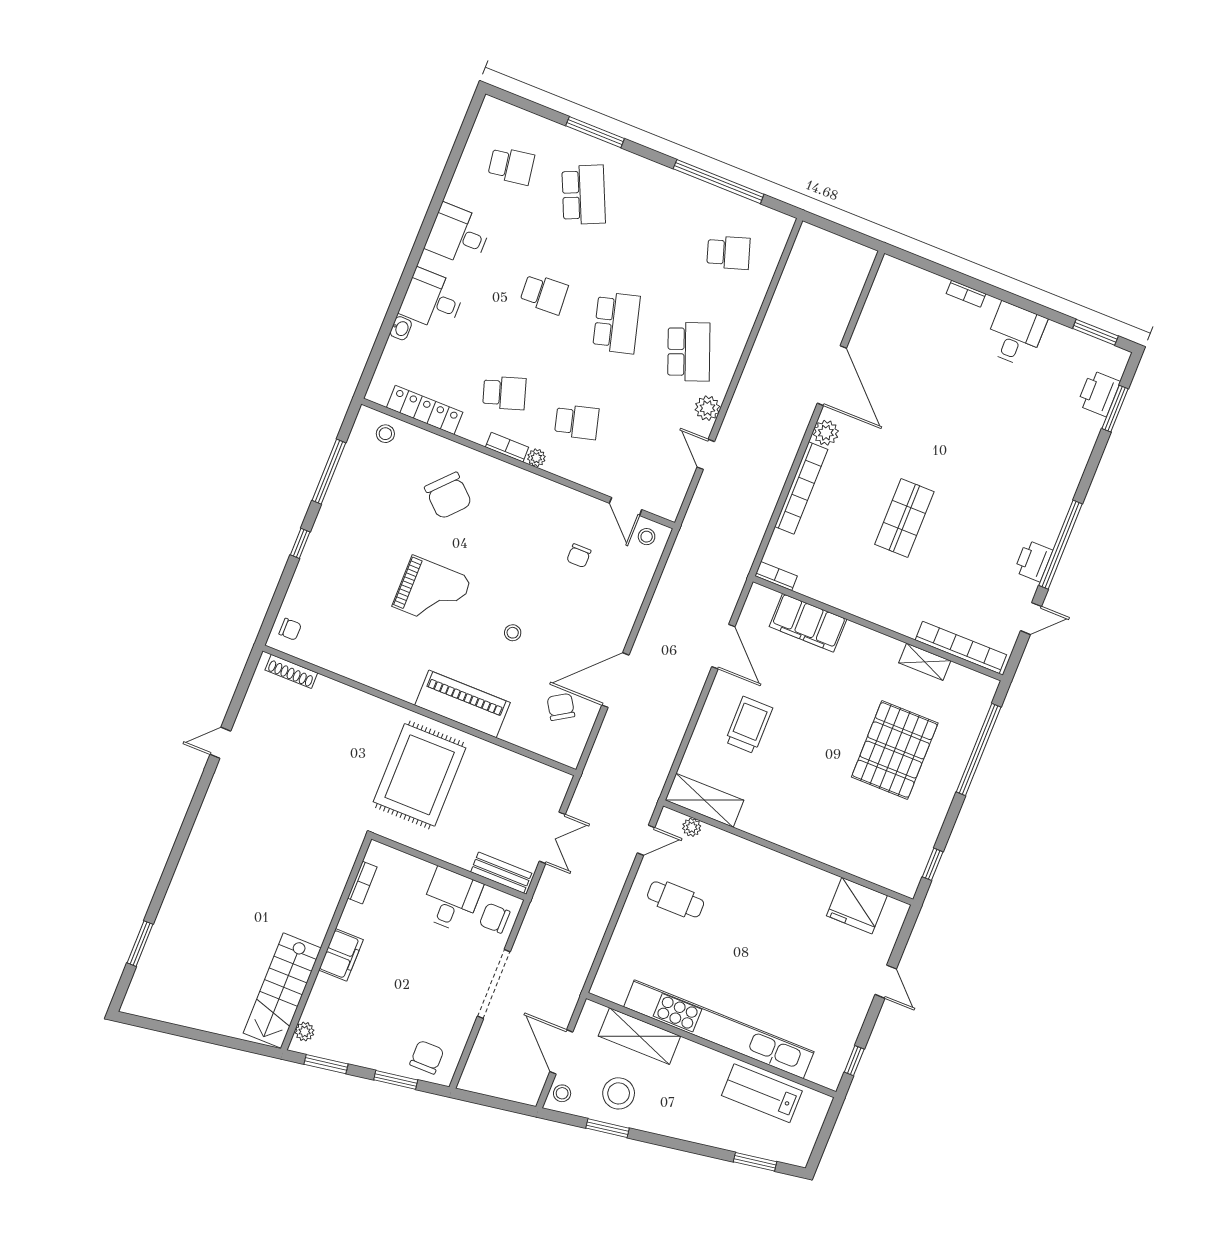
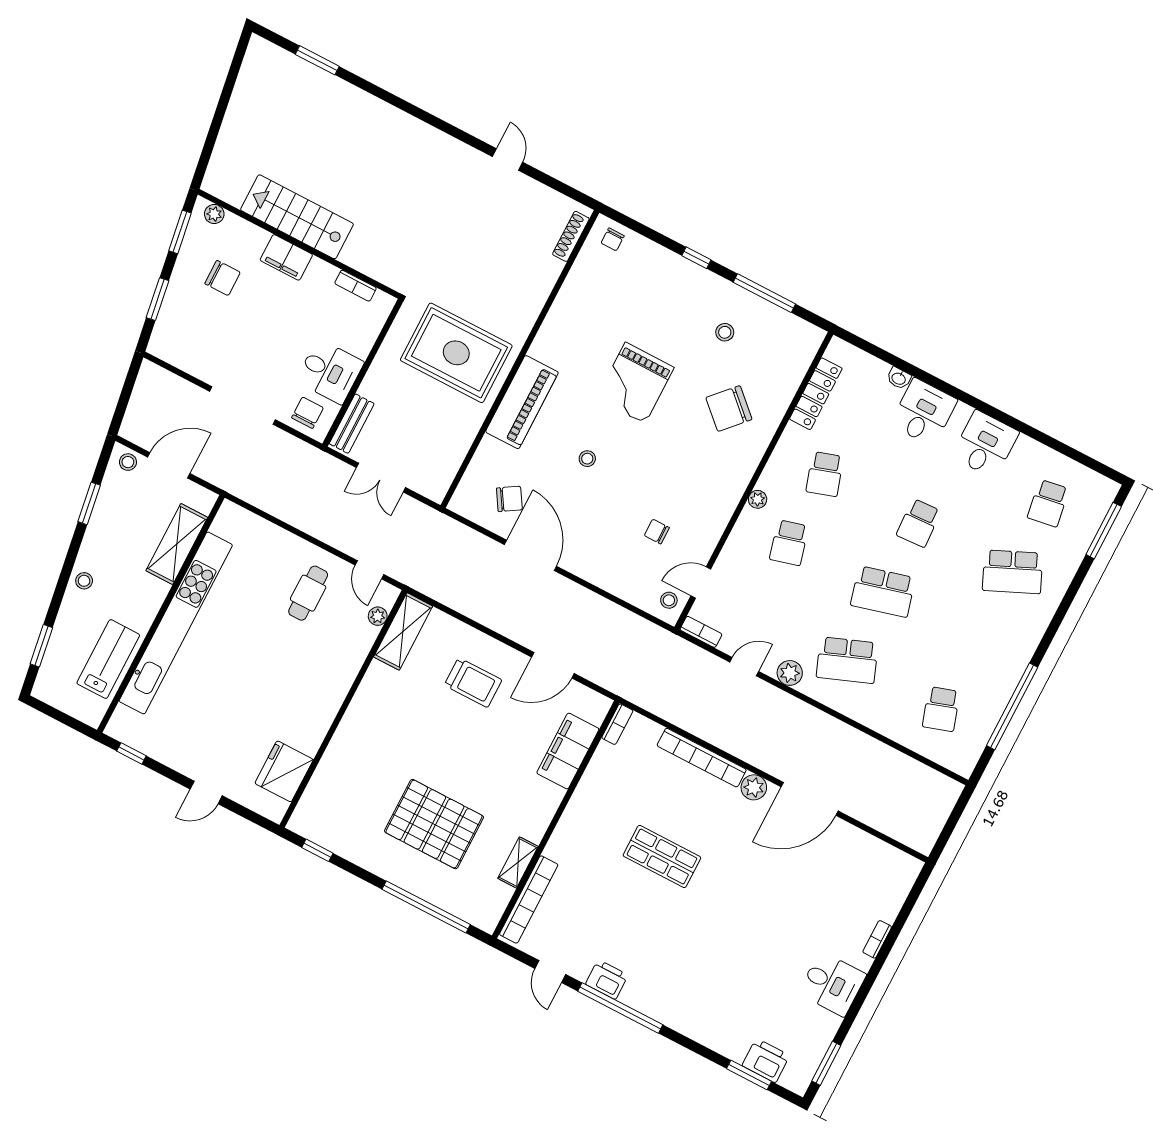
window: (595, 132) -> (1104, 531), moved
stool: (385, 434) -> (725, 332), moved
bookcase: (507, 447) -> (701, 632), moved, turned -90
stairs: (282, 991) -> (297, 217), moved
chair: (427, 1057) -> (223, 278), moved
stool: (619, 1093) -> (84, 581), moved, width x0.53, depth x0.53

